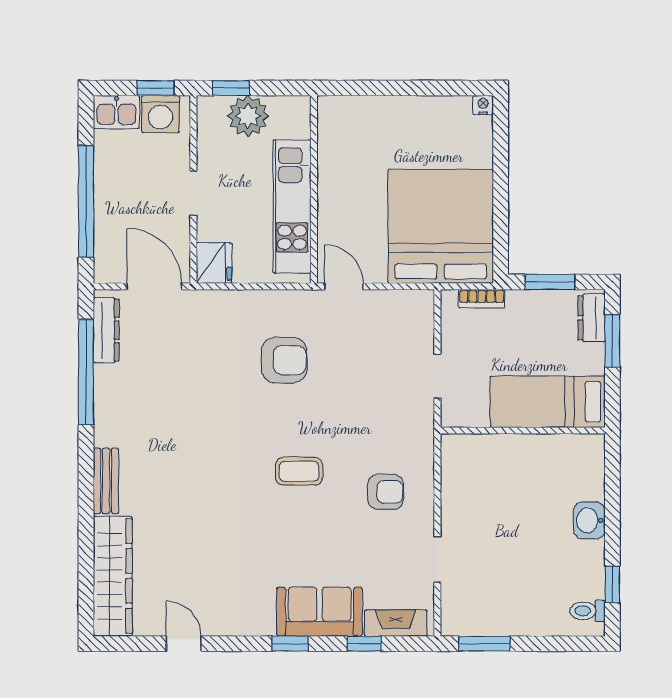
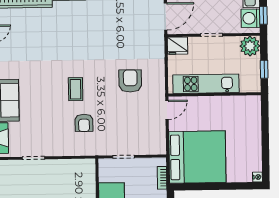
window: (231, 88) -> (264, 69), moved
plant: (248, 116) -> (250, 46), moved
armchair: (284, 360) -> (130, 81), turned 180
armchair: (386, 492) -> (84, 123), moved

